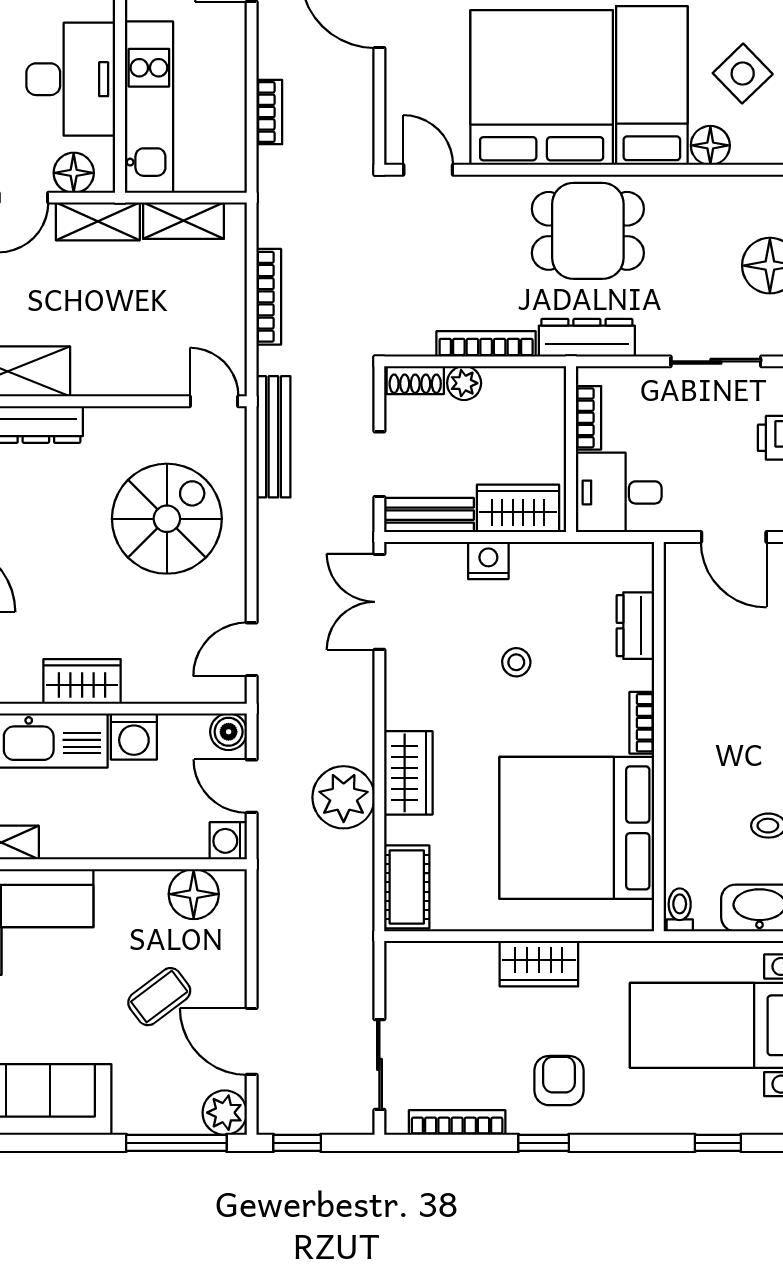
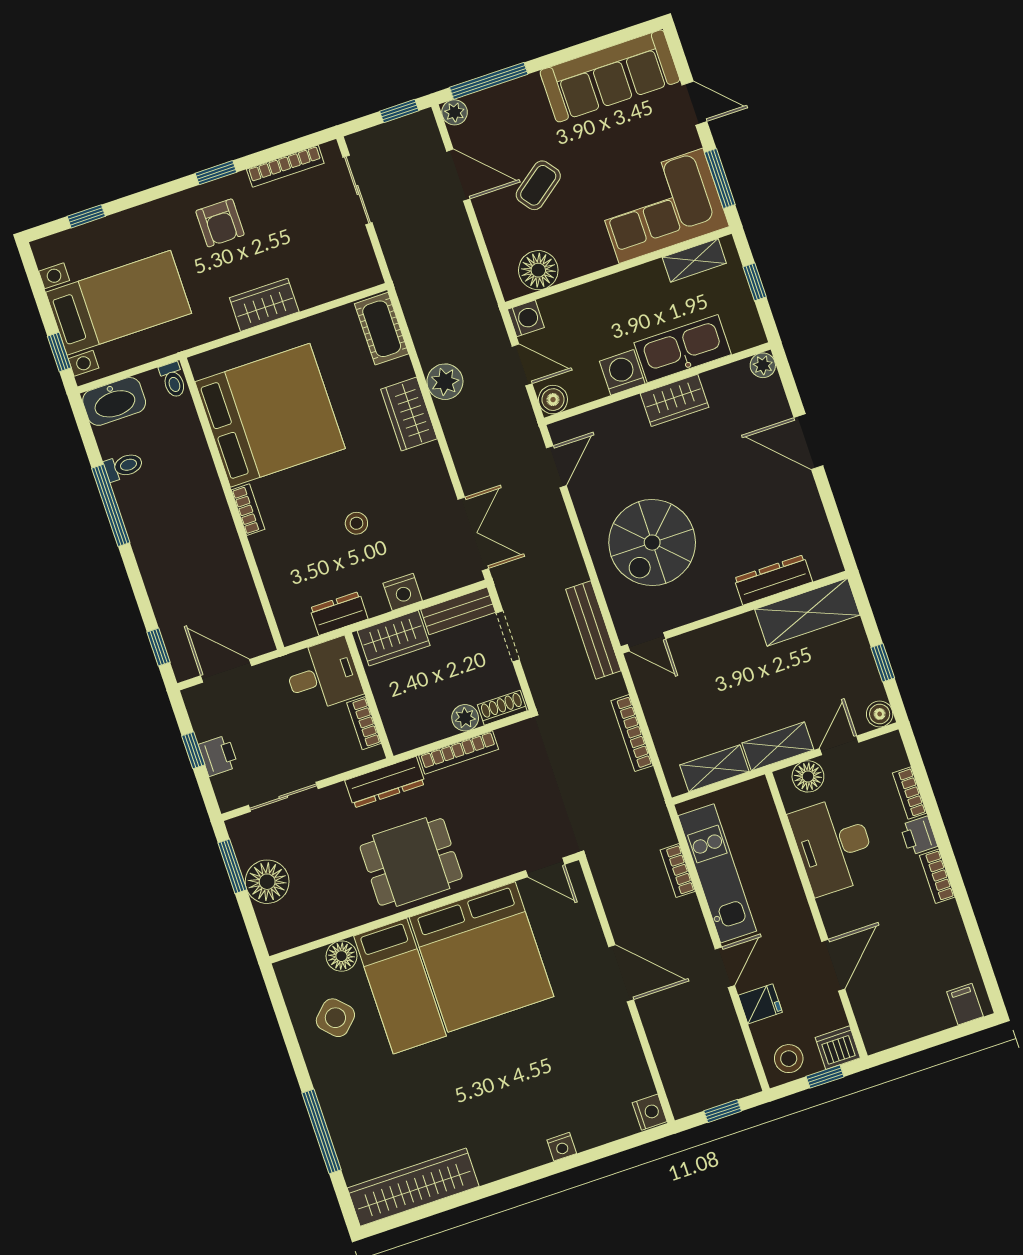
kitchen unit: (149, 107) -> (717, 873), moved, turned 180
dresser: (635, 626) -> (339, 613), moved, turned -90
plant: (344, 797) -> (445, 382), width x0.73, depth x0.73
plant: (225, 1113) -> (455, 112), width x0.73, depth x0.73

